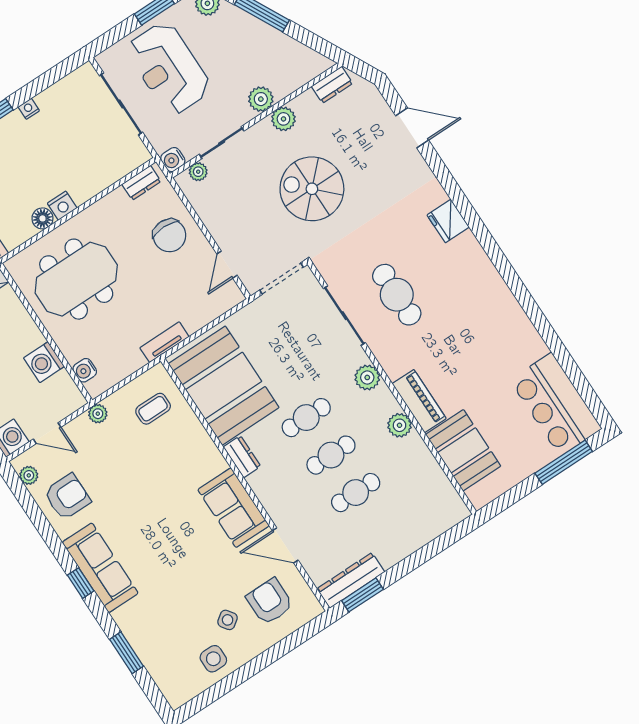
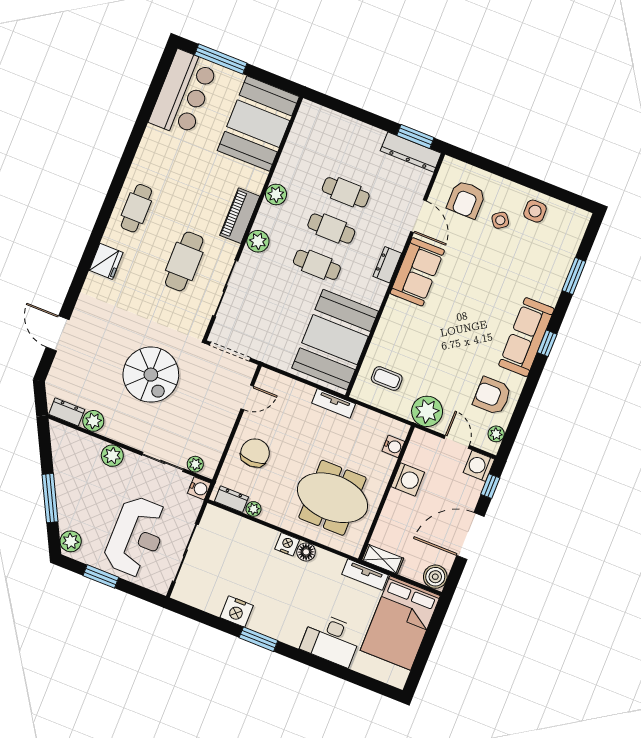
nightstand: (29, 109) -> (237, 611), width x1.89, depth x1.79
plant: (283, 119) -> (93, 421), moved
plant: (118, 197) -> (253, 509), added
cafe table: (478, 285) -> (136, 208), added
piano: (419, 401) -> (240, 216), moved
plant: (98, 414) -> (427, 411), width x1.87, depth x1.87
booth: (463, 450) -> (258, 124), width x1.36, depth x1.42
dresser: (242, 457) -> (387, 265), moved

